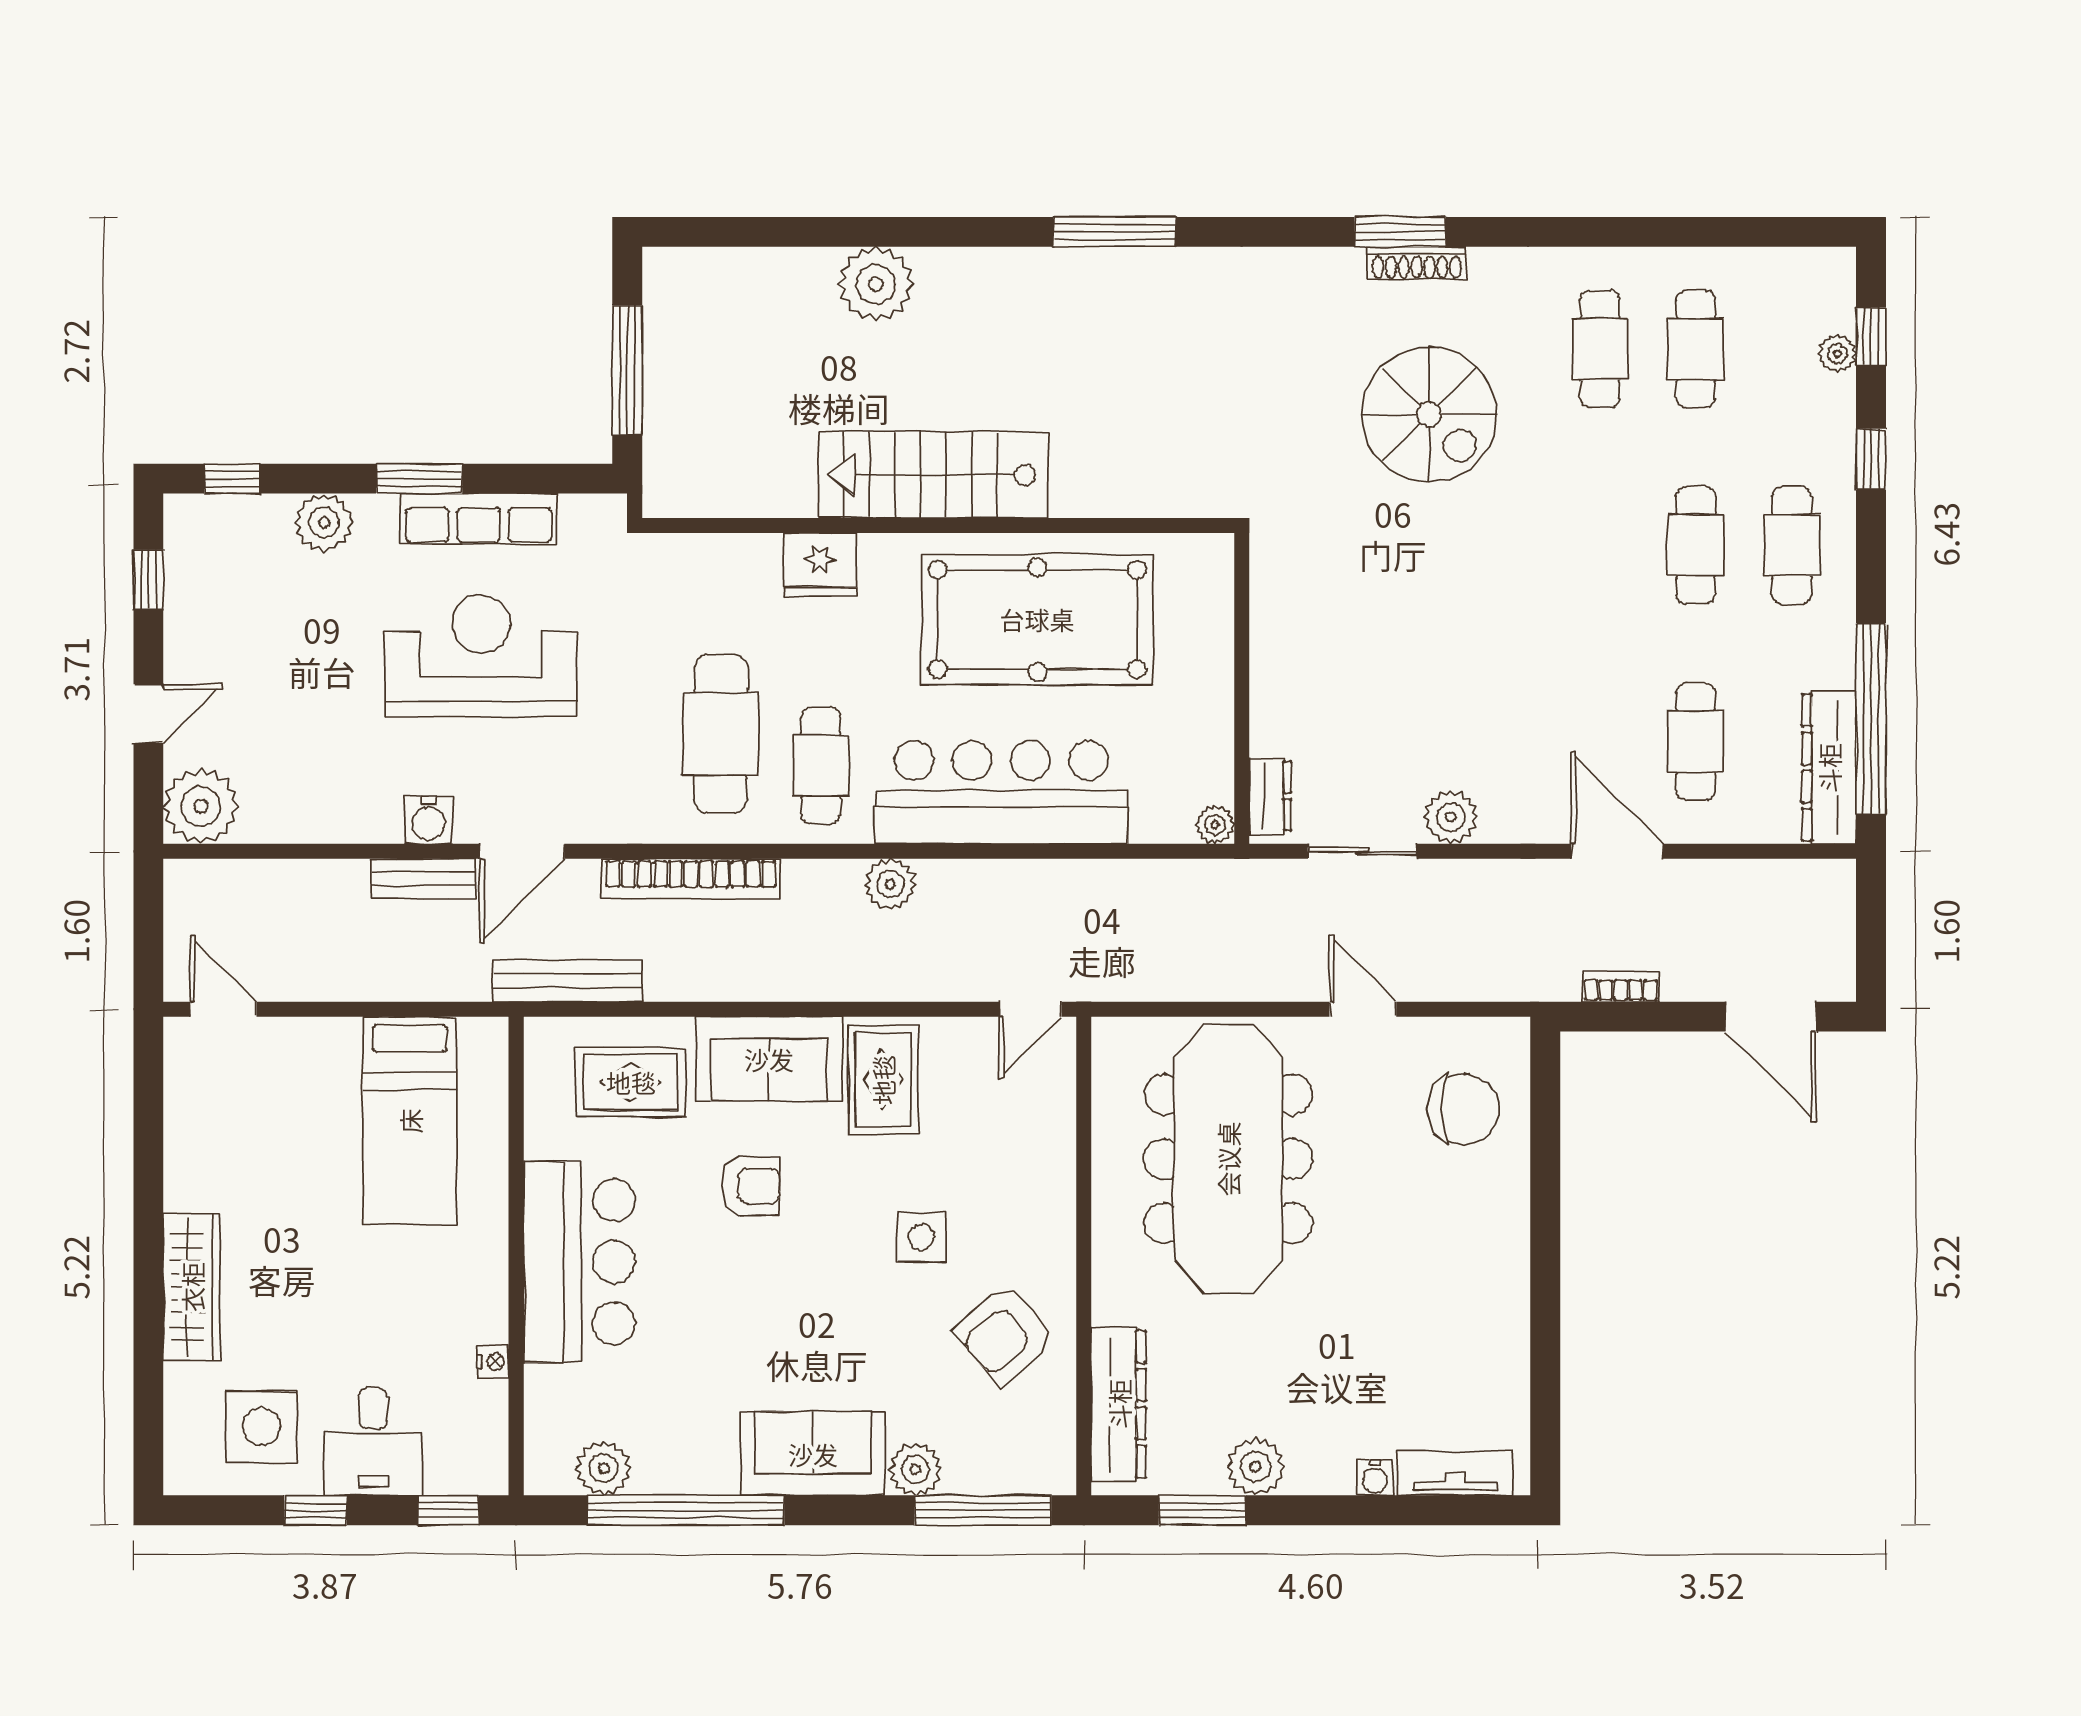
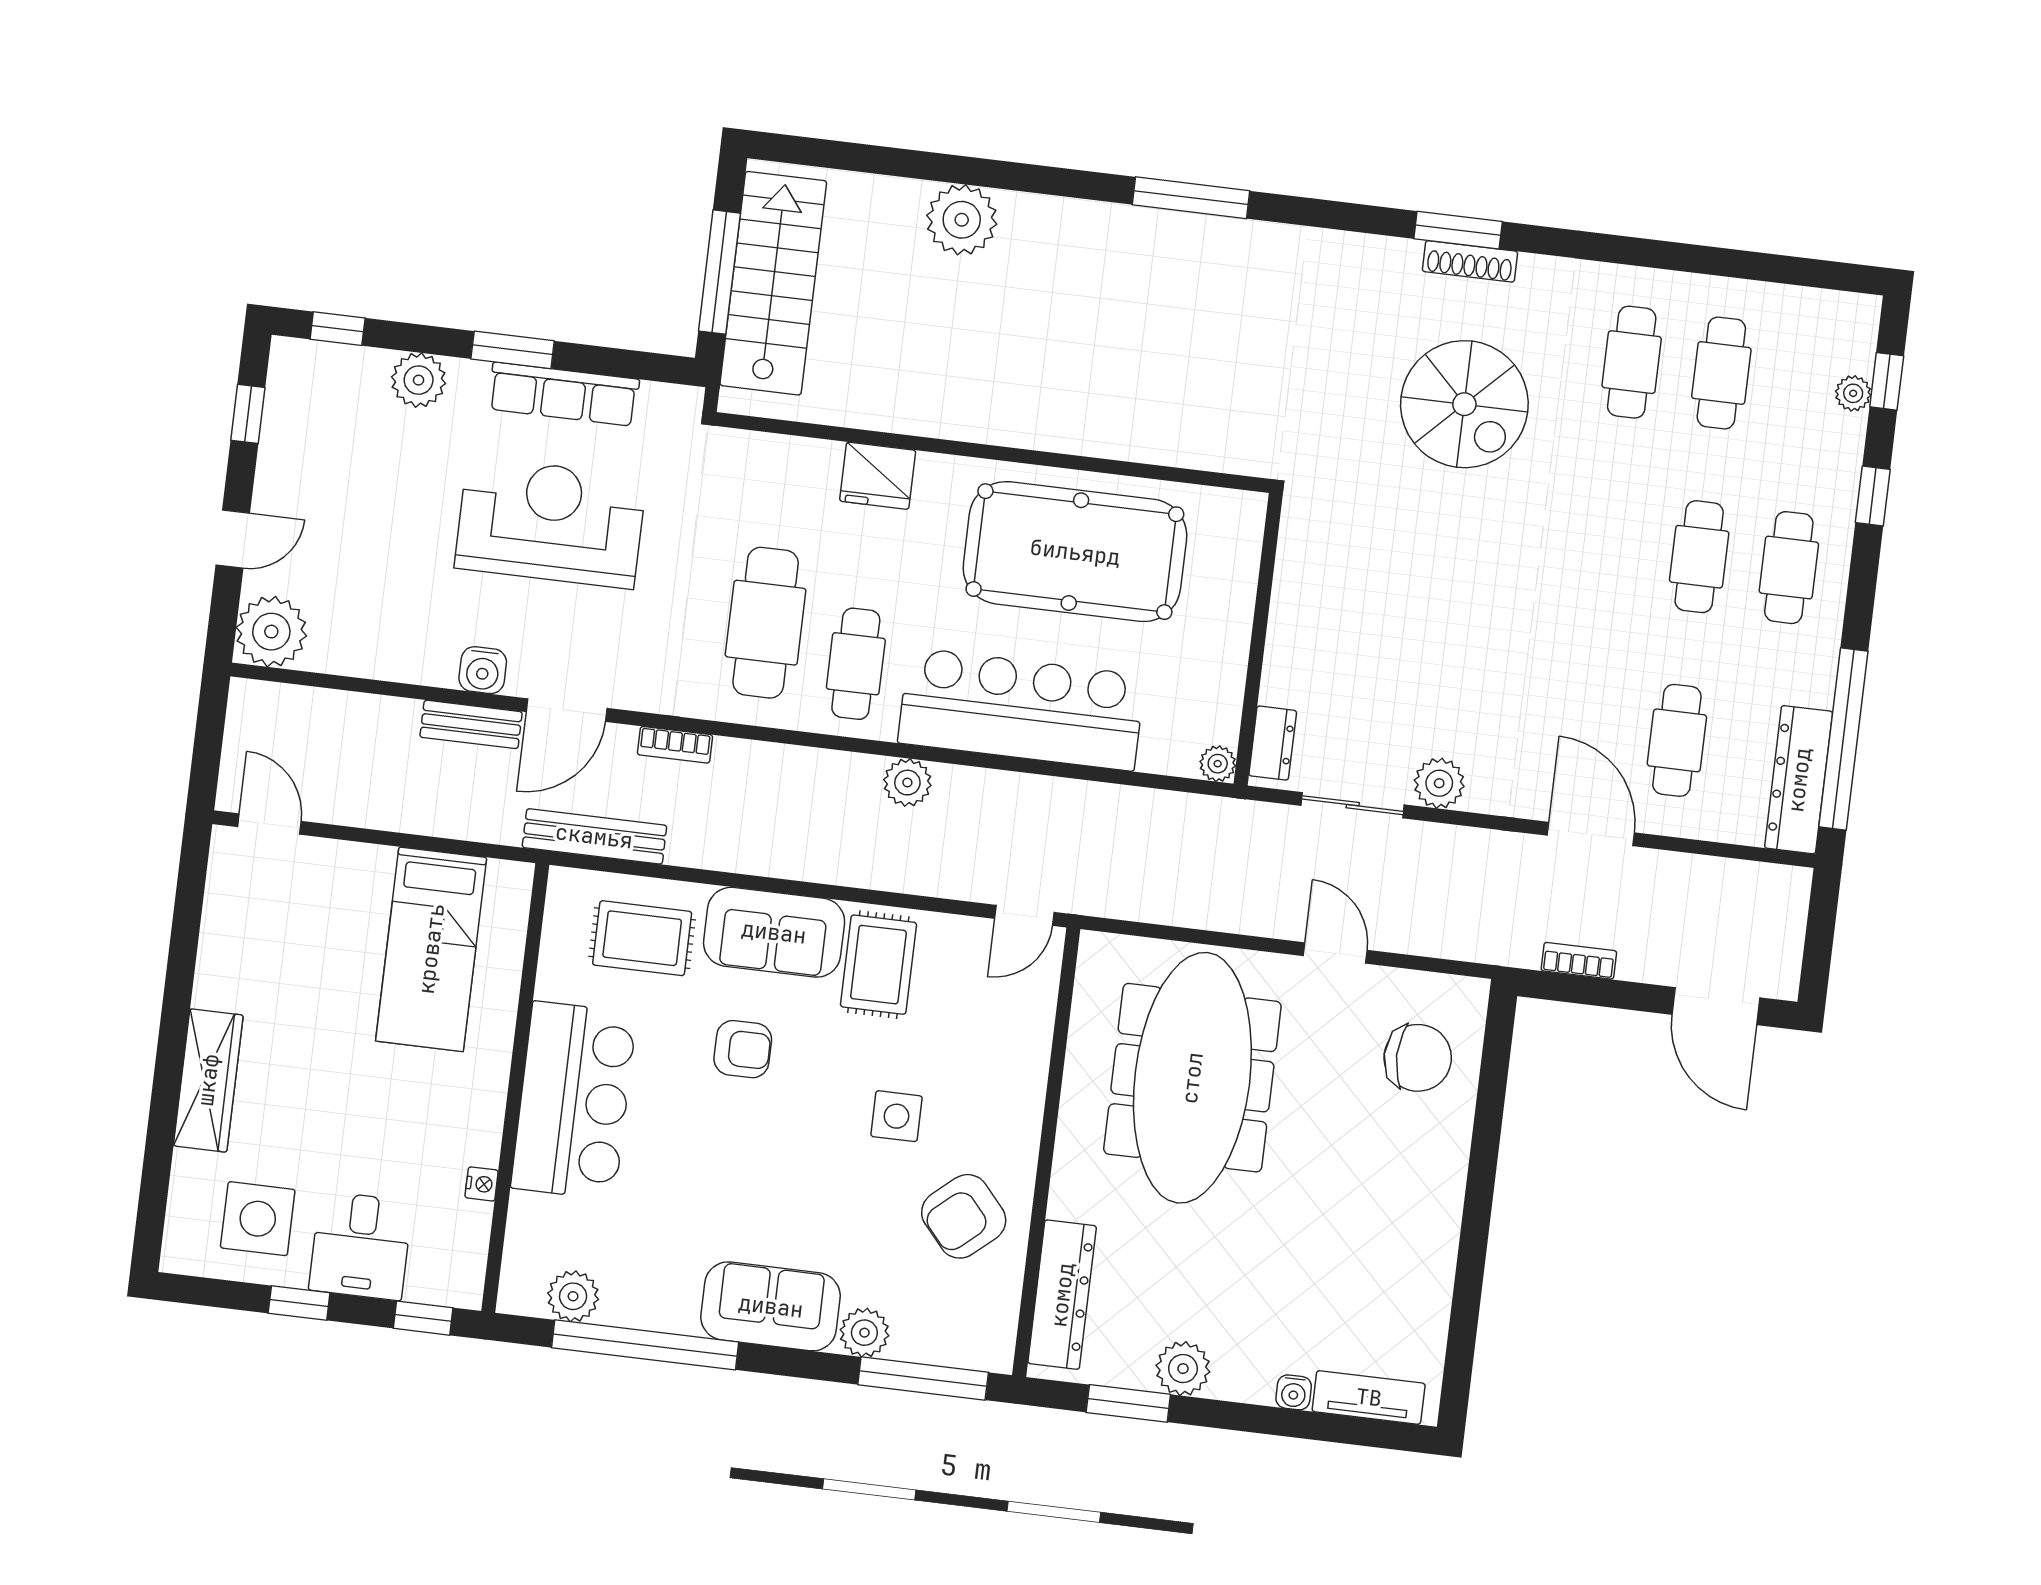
stairs: (933, 475) -> (773, 283), moved, turned 90
bookcase: (691, 879) -> (675, 745), width x0.43, depth x0.76

